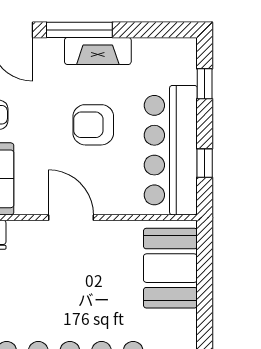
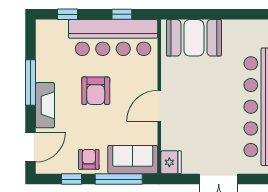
window: (79, 30) -> (31, 82), moved
fireplace: (98, 51) -> (45, 105), moved

